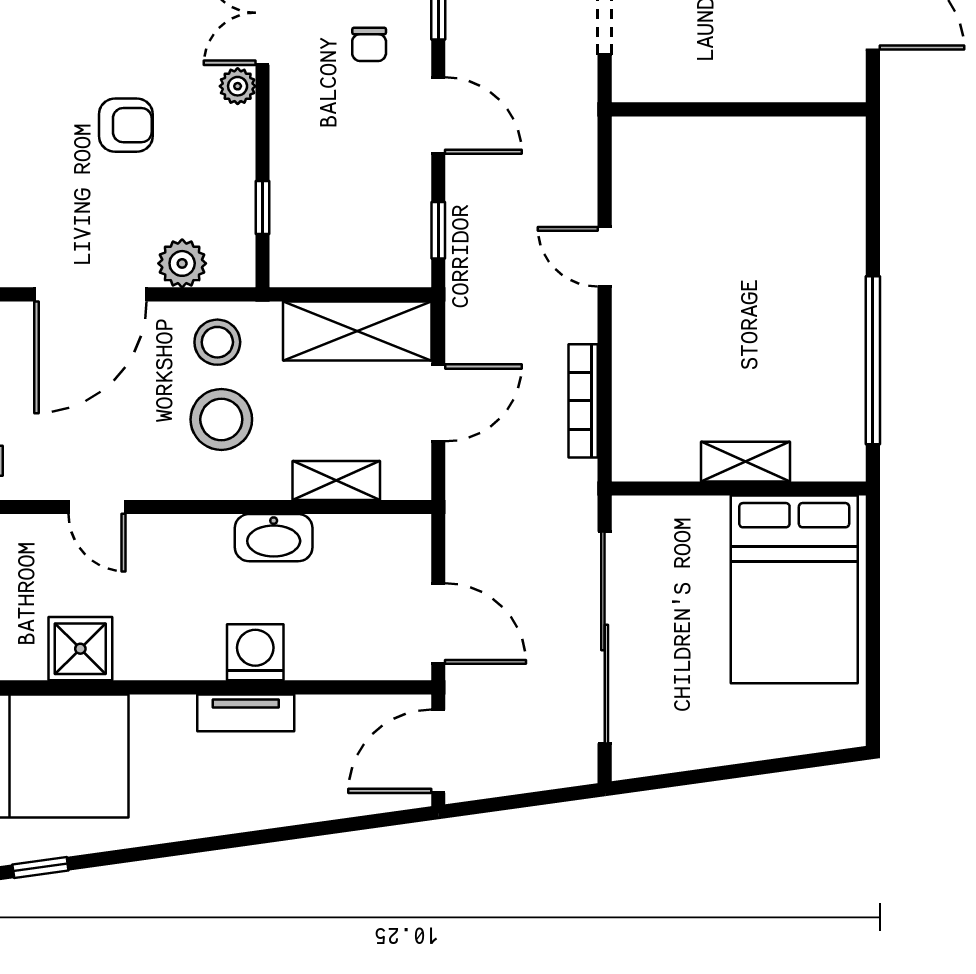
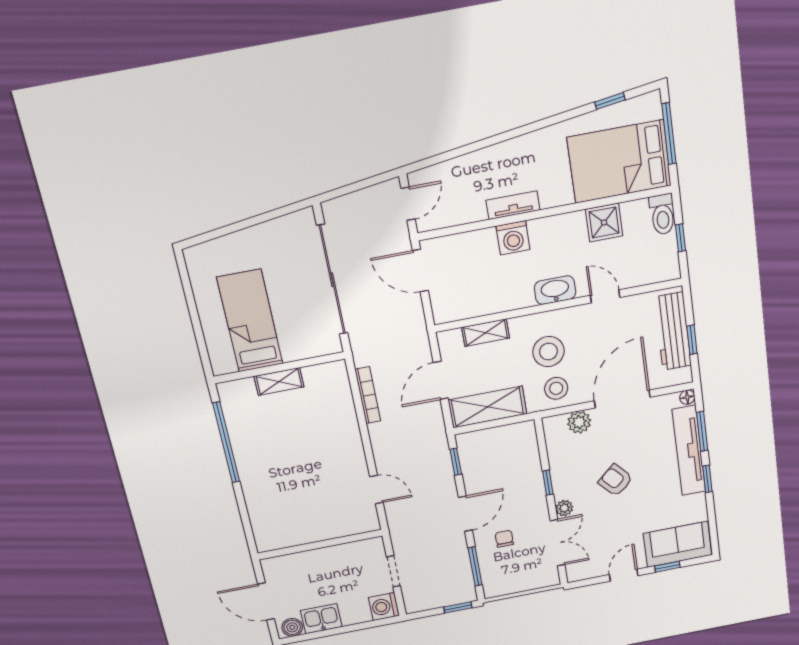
door: (438, 116) -> (465, 514), swing flipped
armchair: (126, 125) -> (616, 480), turned 48
window: (263, 208) -> (548, 483), moved
door: (605, 257) -> (376, 490), moved
washbasin: (274, 538) -> (555, 290), moved
bed: (794, 589) -> (250, 321), width x0.67
door: (438, 751) -> (408, 204), width x0.73

